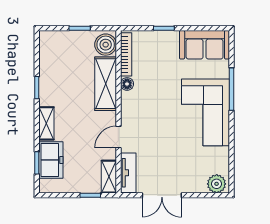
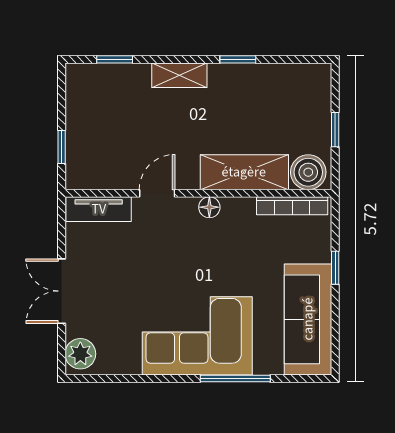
sofa: (205, 45) -> (308, 319), width x1.36
floor lamp: (127, 84) -> (209, 207), moved
door: (118, 137) -> (157, 193), hinge flipped
freezer: (51, 160) -> (119, 82), removed
shelving: (109, 177) -> (92, 178), removed
double door: (162, 195) -> (62, 291), moved

